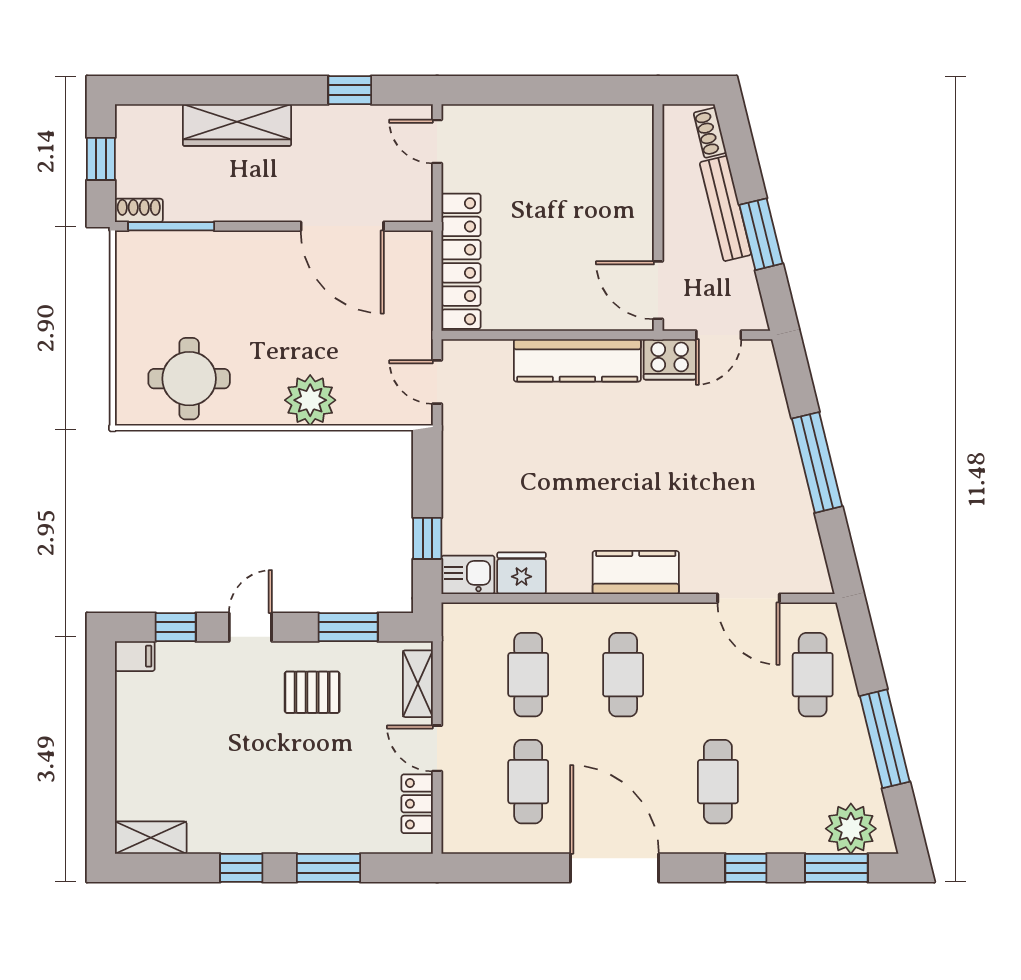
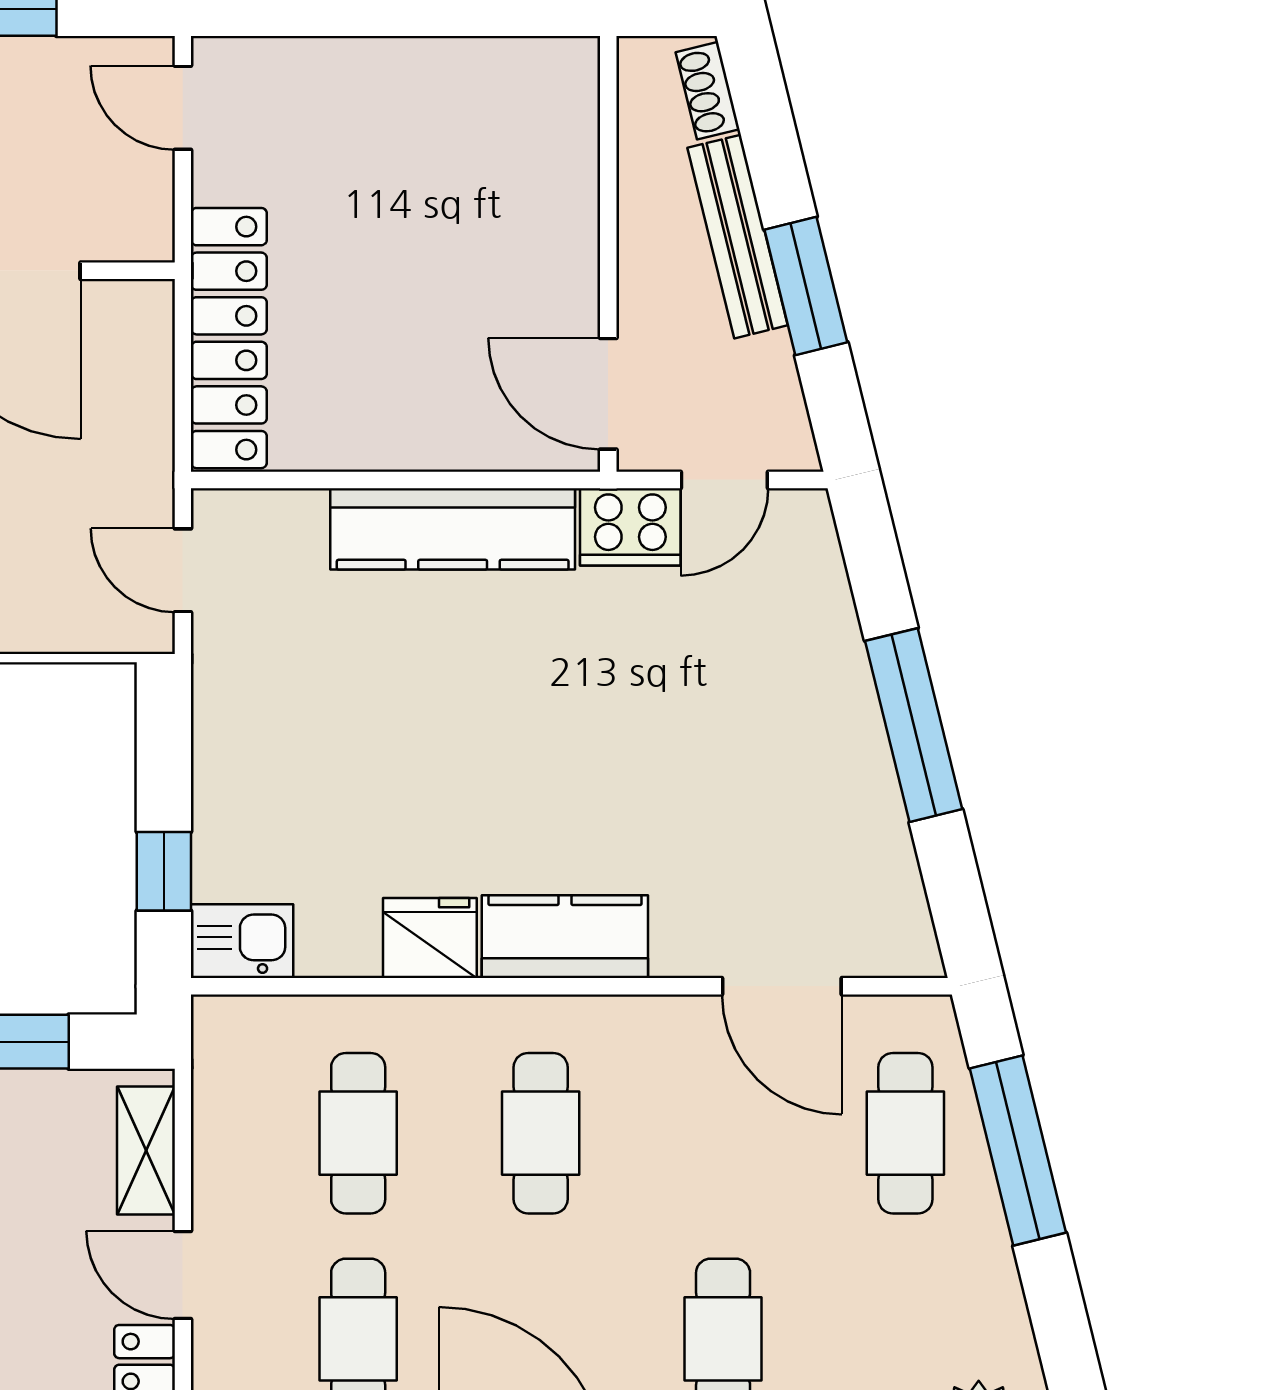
fridge: (522, 573) -> (430, 938), moved
window: (885, 739) -> (1018, 1150), moved

